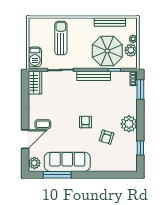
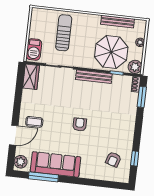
plant: (131, 50) -> (135, 67), moved
plant: (129, 124) -> (125, 132), removed
armchair: (107, 137) -> (113, 159), moved

